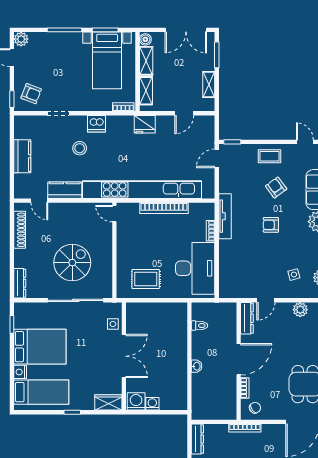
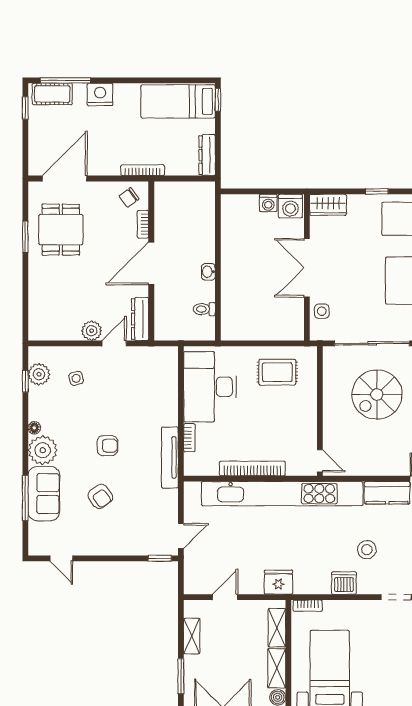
coffee table: (270, 156) -> (109, 539), removed
plant: (300, 310) -> (92, 331), moved
washbasin: (197, 366) -> (208, 272), moved

